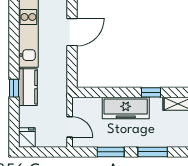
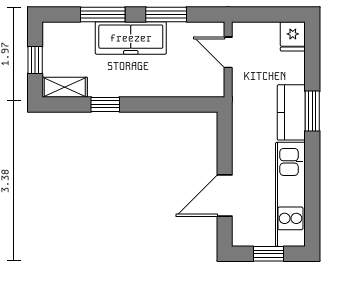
window: (14, 88) -> (312, 111), width x1.50
freezer: (126, 108) -> (131, 38), moved, turned 180

